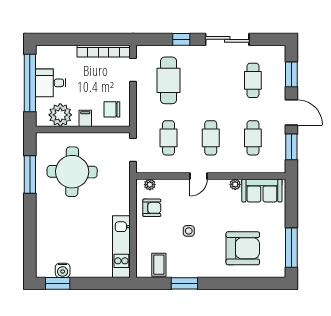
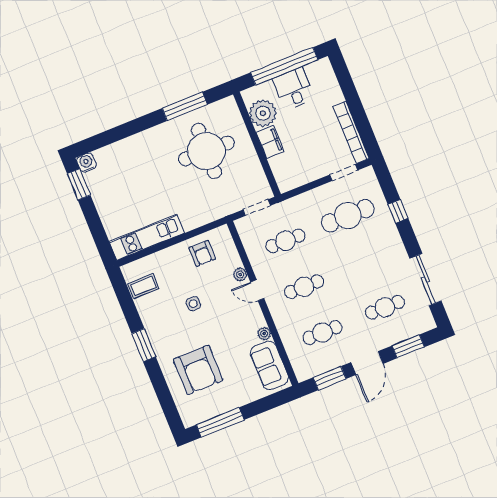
sliding door: (227, 39) -> (426, 280), moved
chair: (112, 109) -> (291, 167), removed
filing cabinet: (85, 118) -> (270, 142), width x2.00
plant: (150, 185) -> (240, 274), moved
water cooler: (63, 270) -> (86, 163), moved, turned 90
window: (184, 283) -> (144, 345), moved

